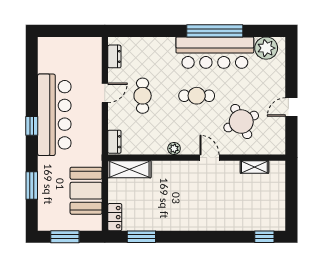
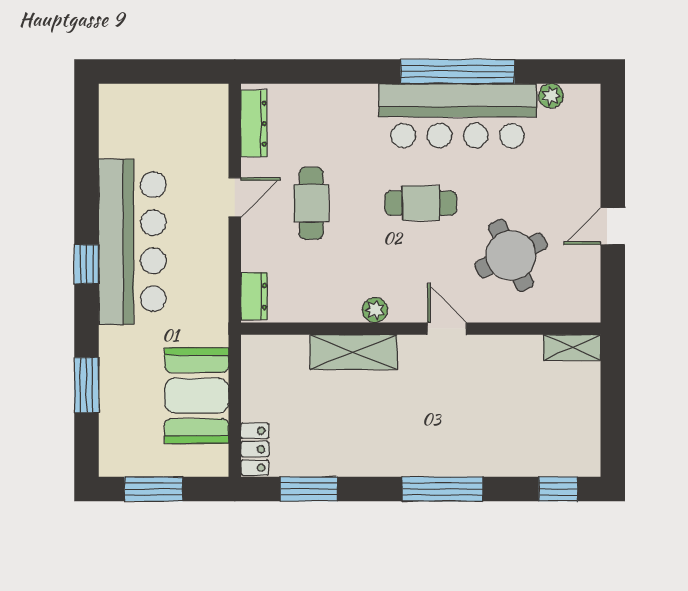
plant: (266, 48) -> (551, 96), width x0.53, depth x0.53
dresser: (114, 56) -> (254, 124), width x1.44
shelving: (254, 167) -> (572, 348), moved
shelving: (129, 169) -> (353, 352), moved
window: (207, 237) -> (442, 489), added

